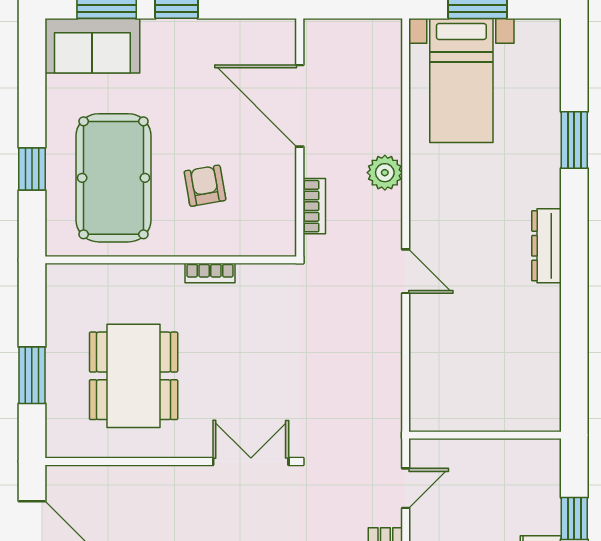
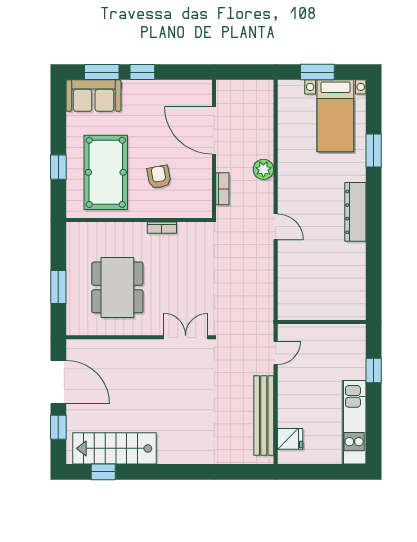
bed with nightstands: (461, 81) -> (335, 116), moved
dresser: (546, 246) -> (355, 212), width x1.37, depth x1.24

